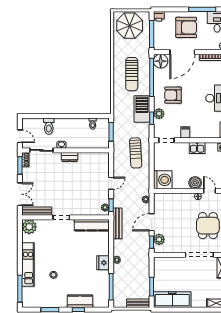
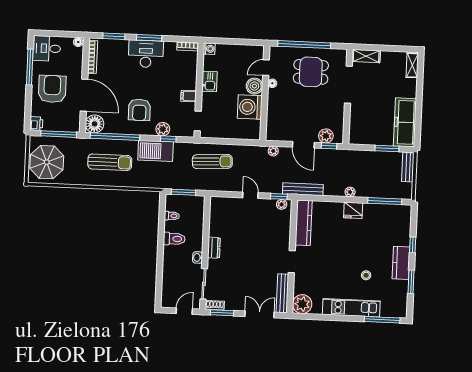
toilet: (49, 126) -> (174, 239), moved
washing machine: (163, 180) -> (250, 107), moved, turned -90
kitchen counter: (80, 301) -> (401, 263), moved

